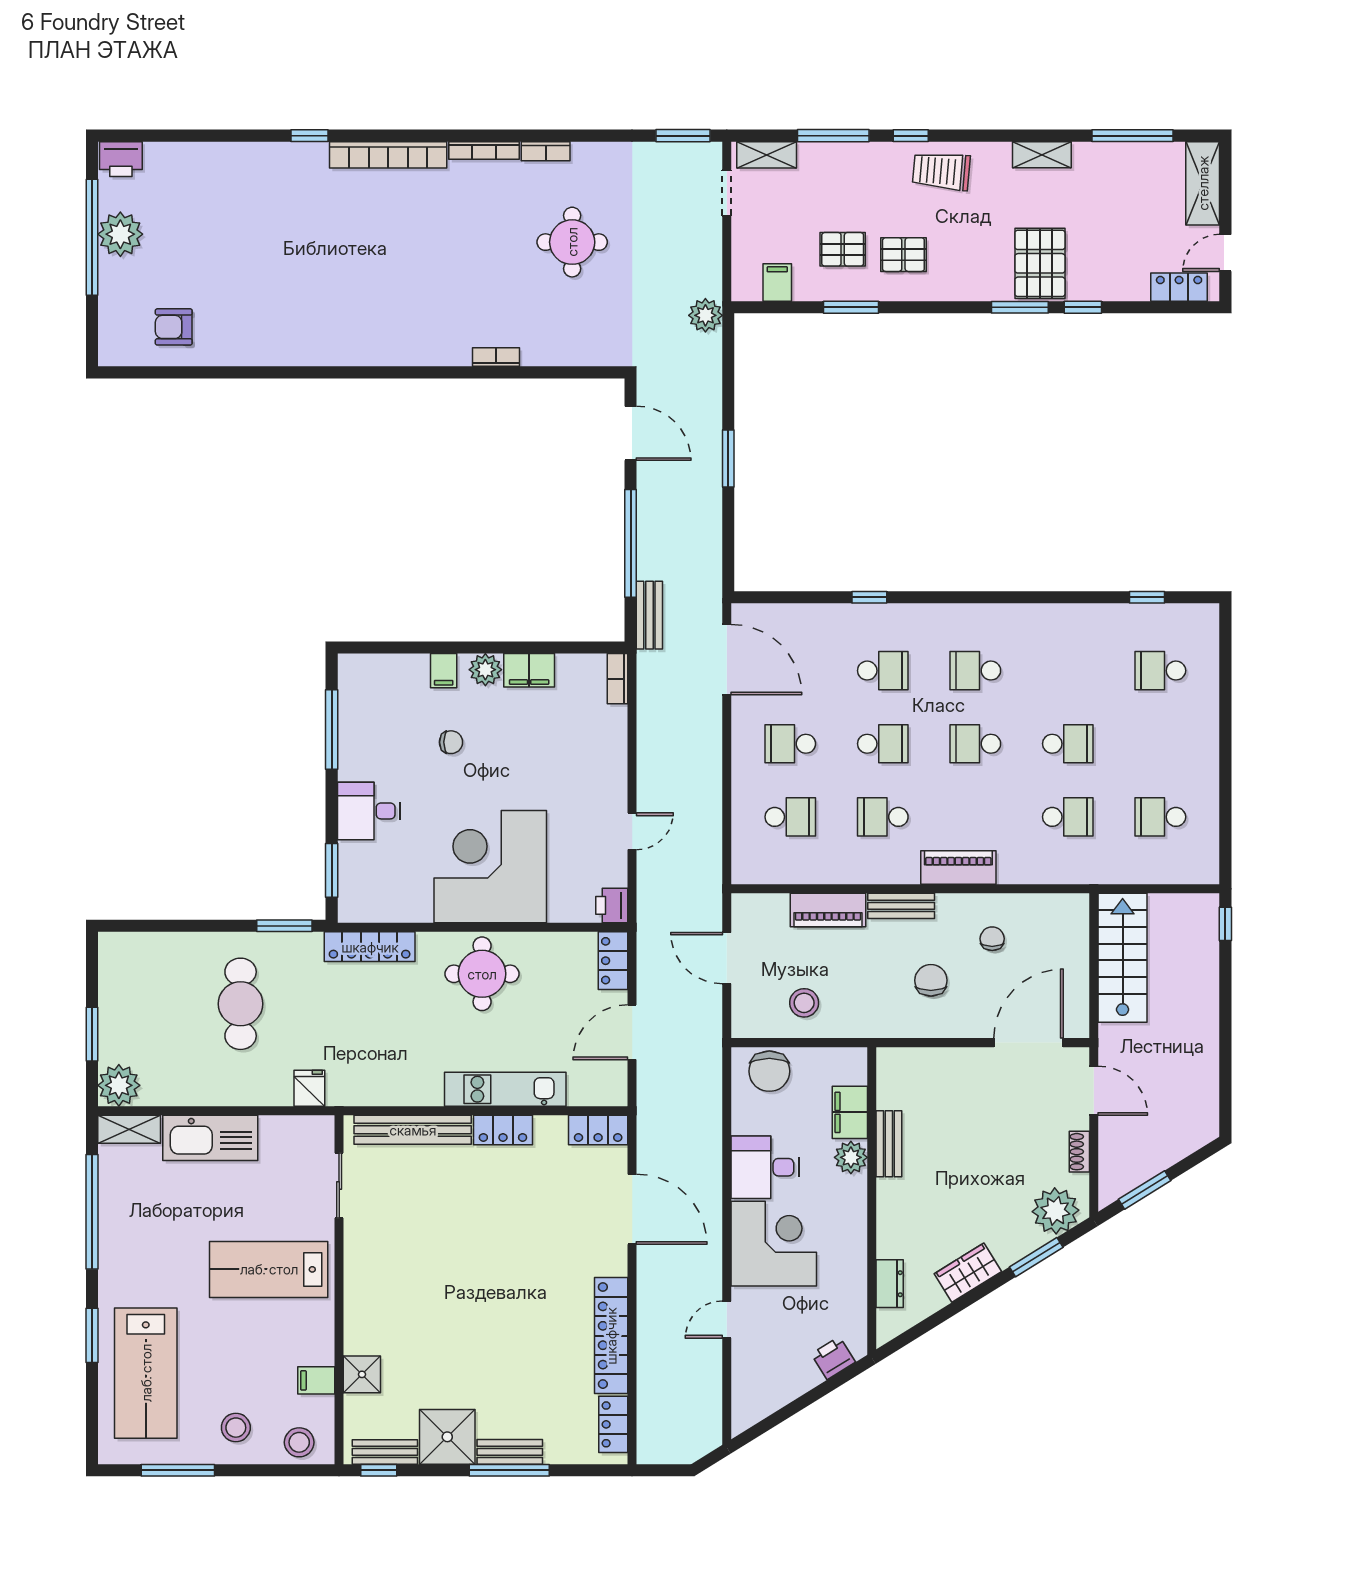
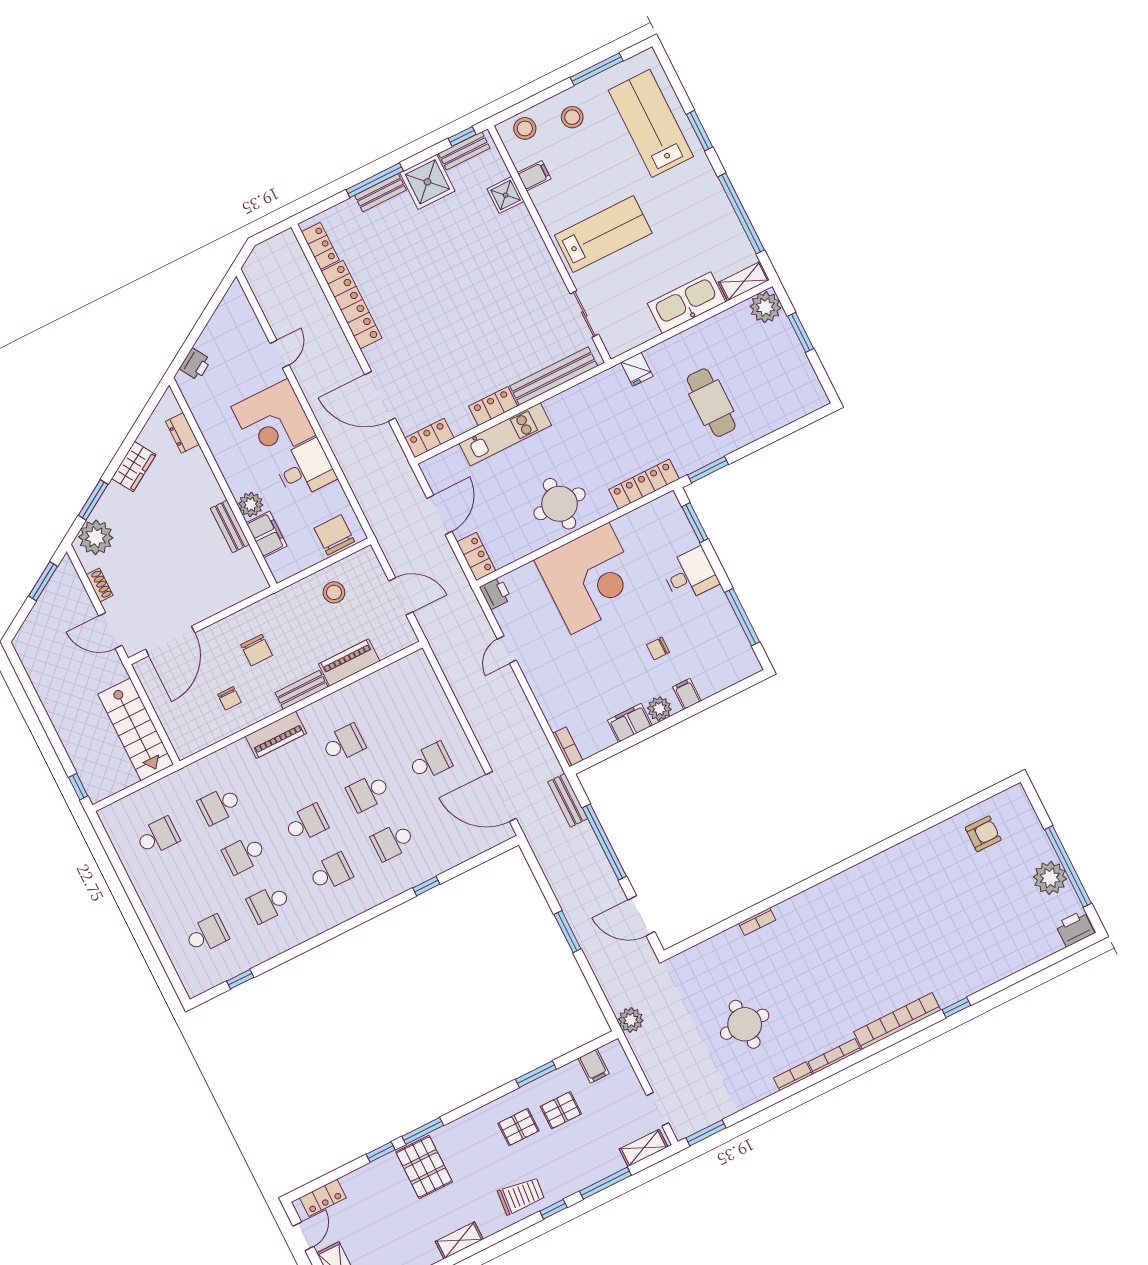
school desk: (790, 817) -> (269, 903), moved

